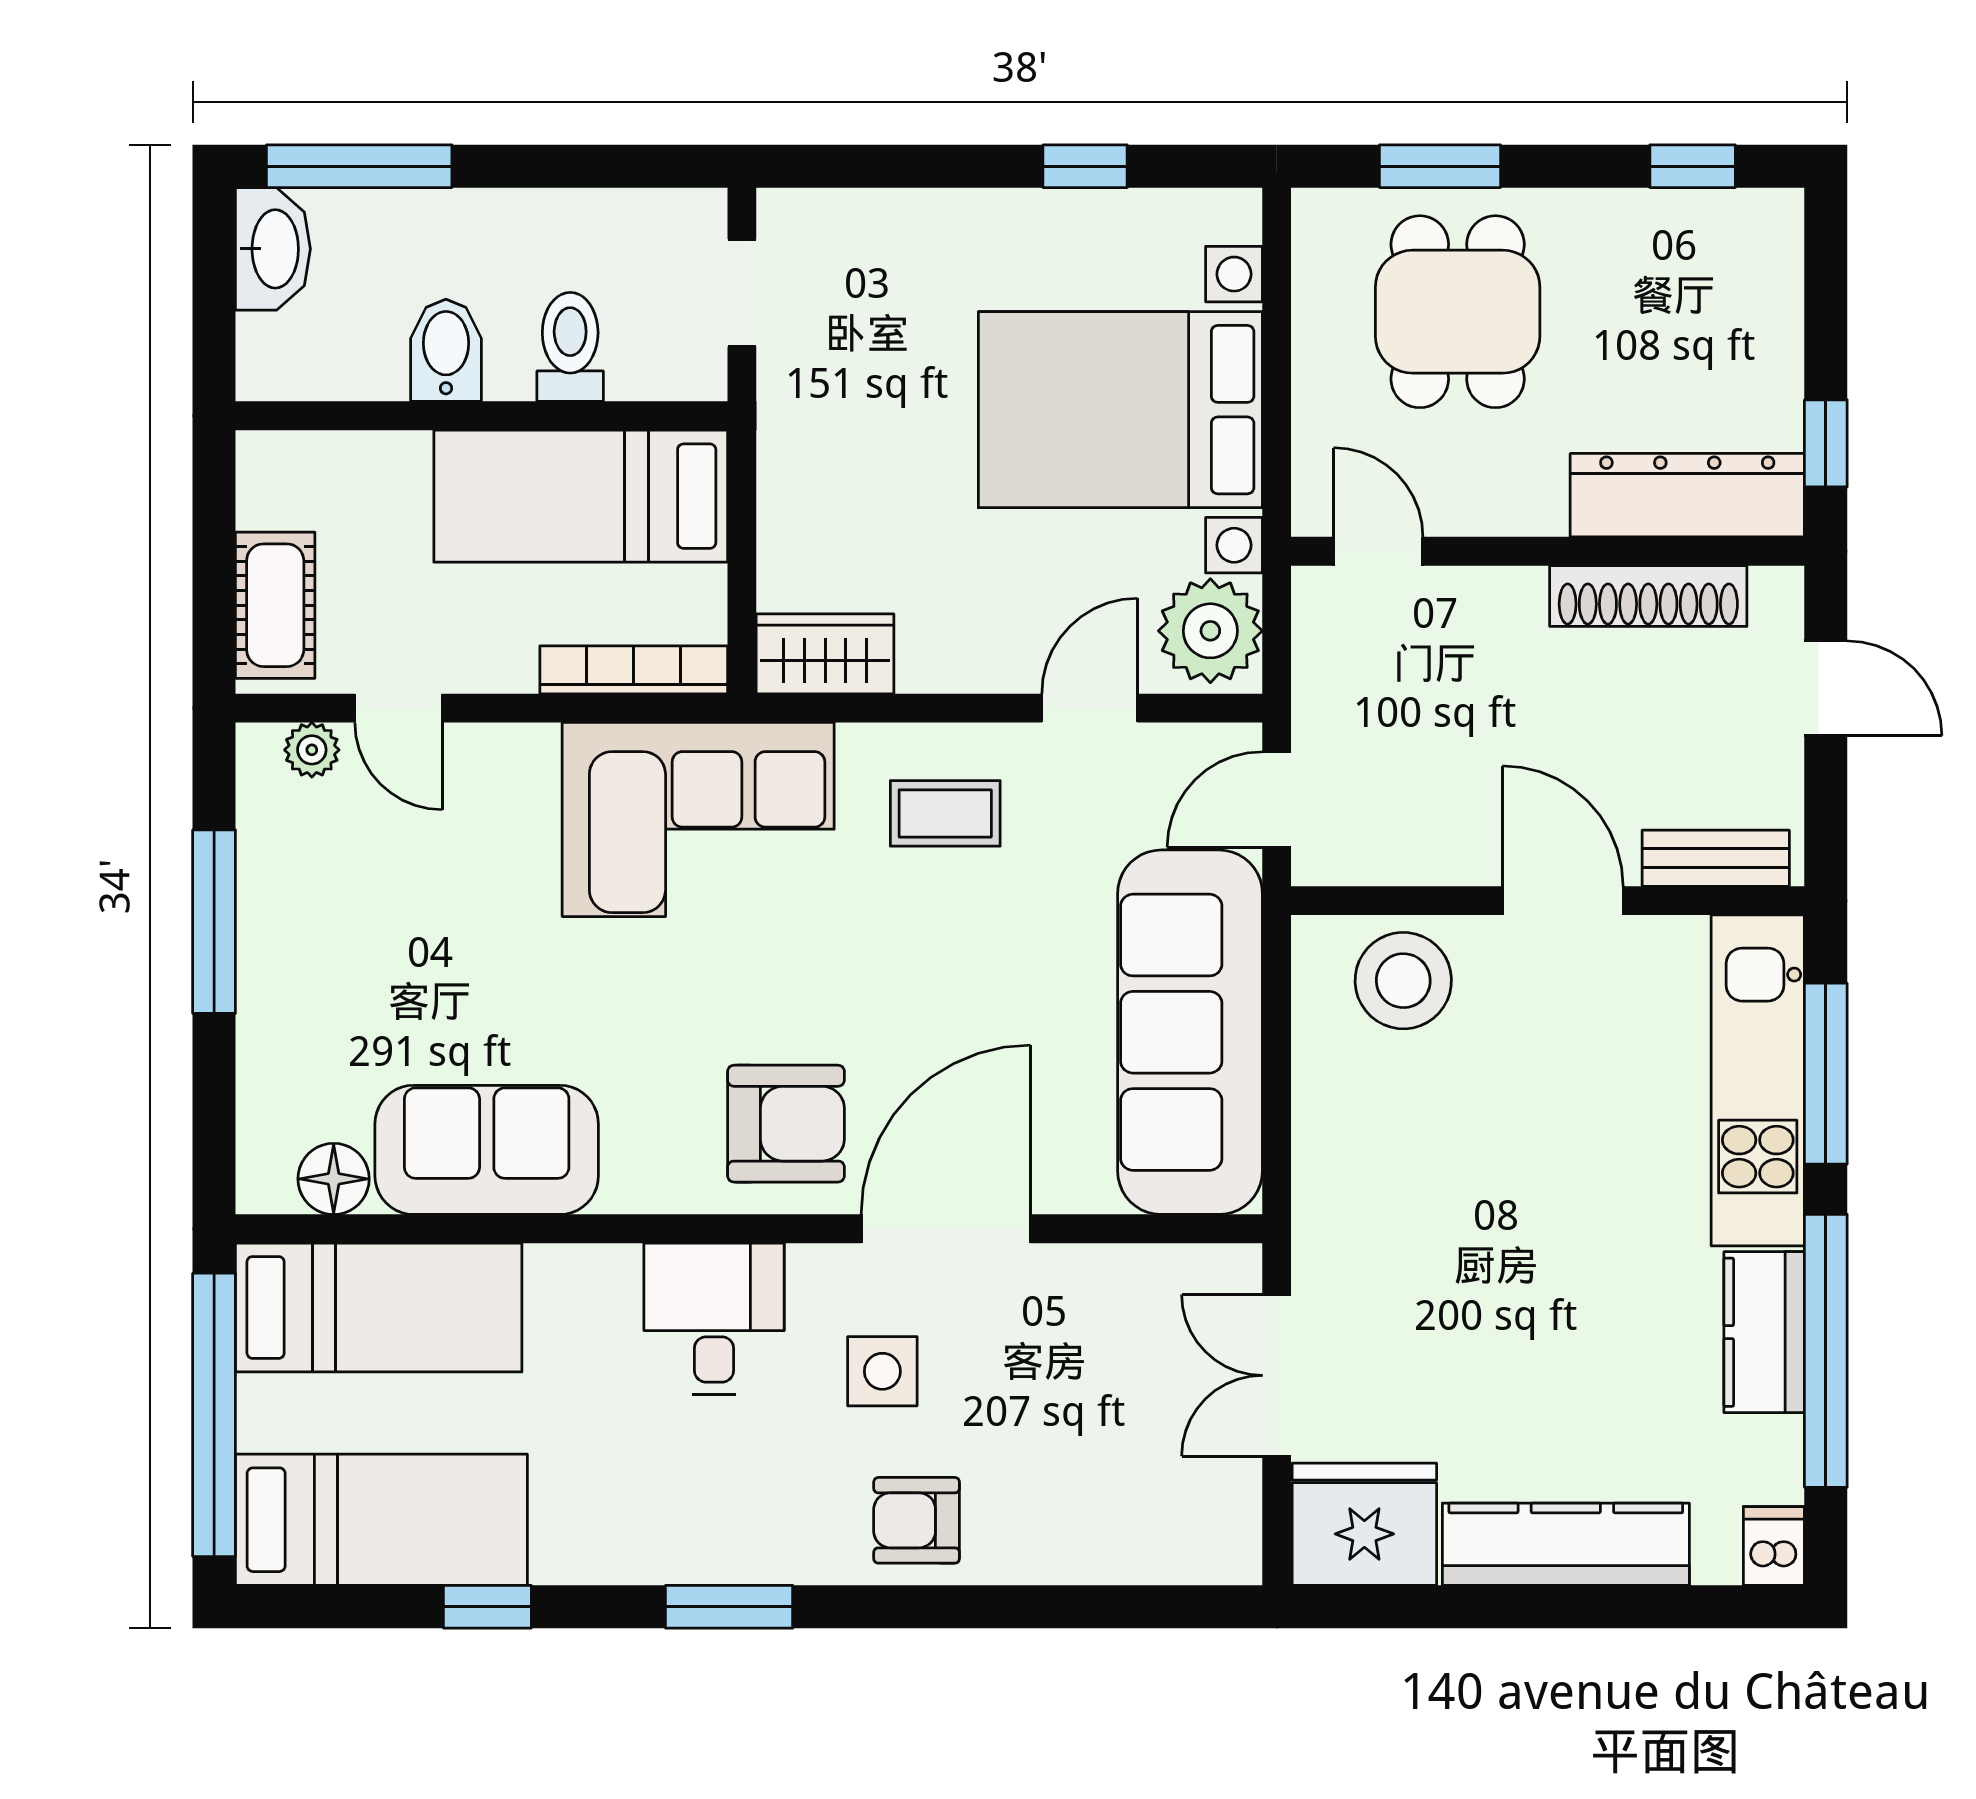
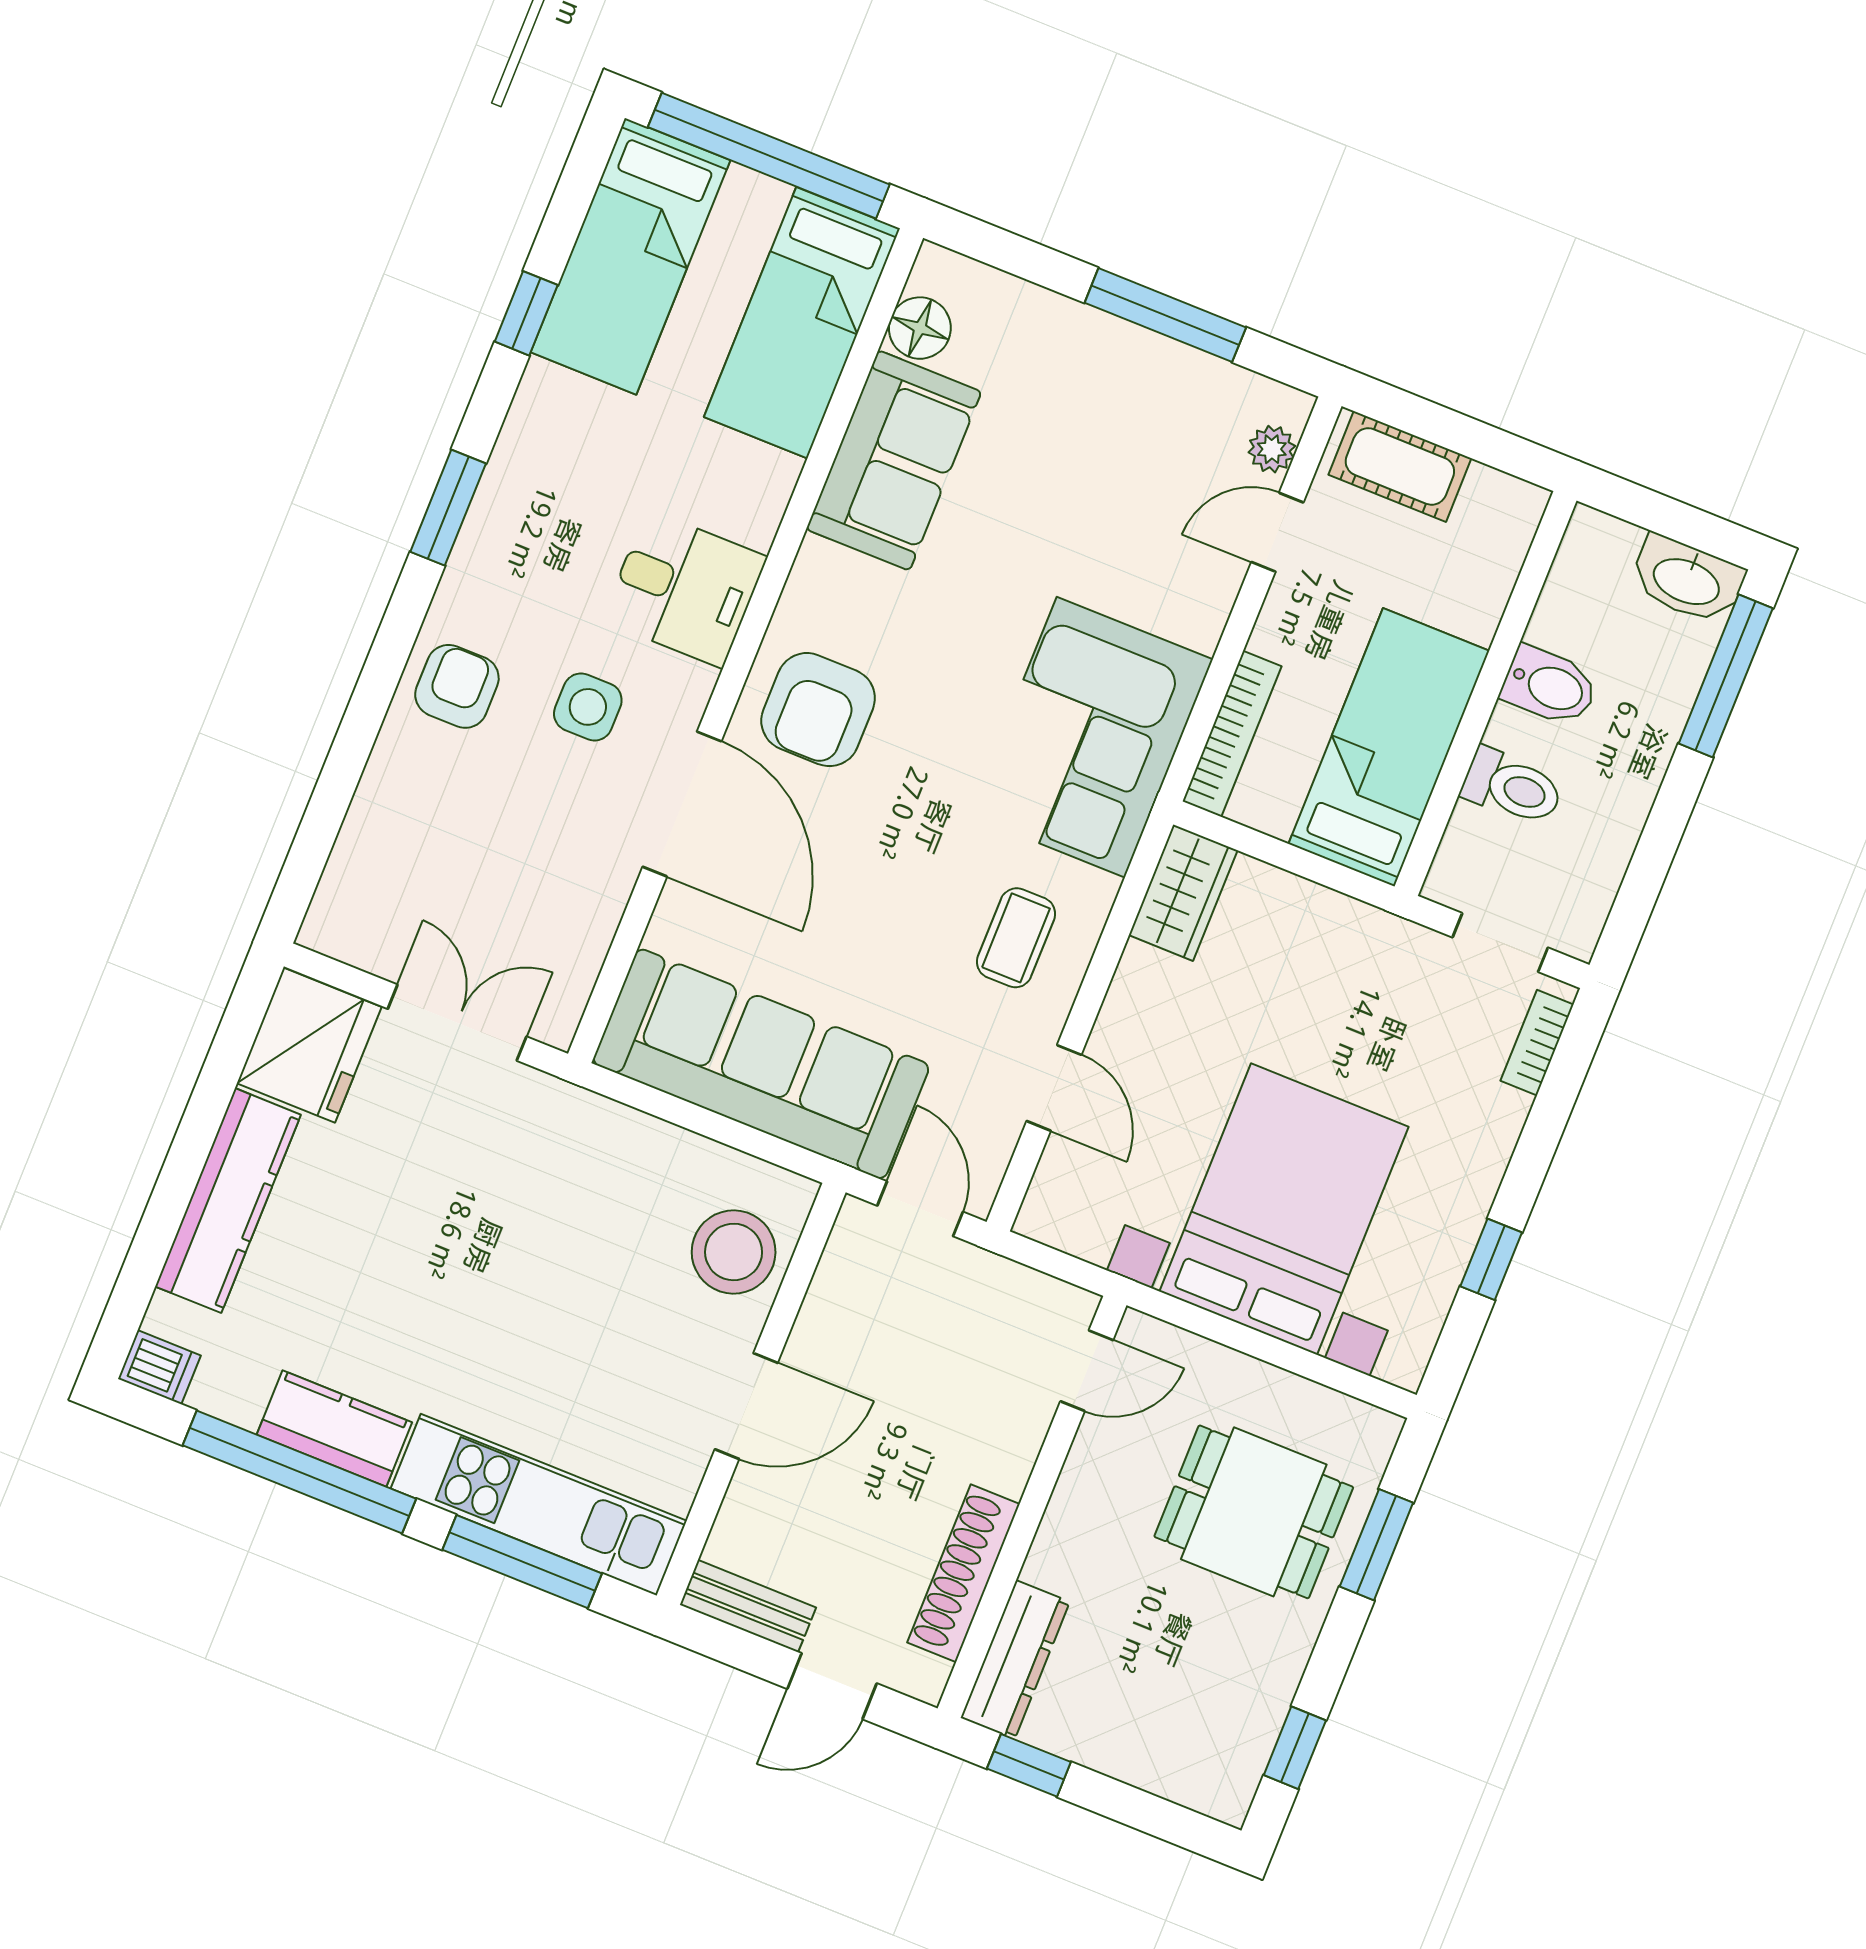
bookcase: (833, 210) -> (1537, 1043), added
dresser: (1687, 495) -> (1015, 1660), width x0.73, depth x0.80
plant: (1210, 631) -> (1077, 1210), removed
bench: (1716, 858) -> (748, 1606), moved, turned 90

